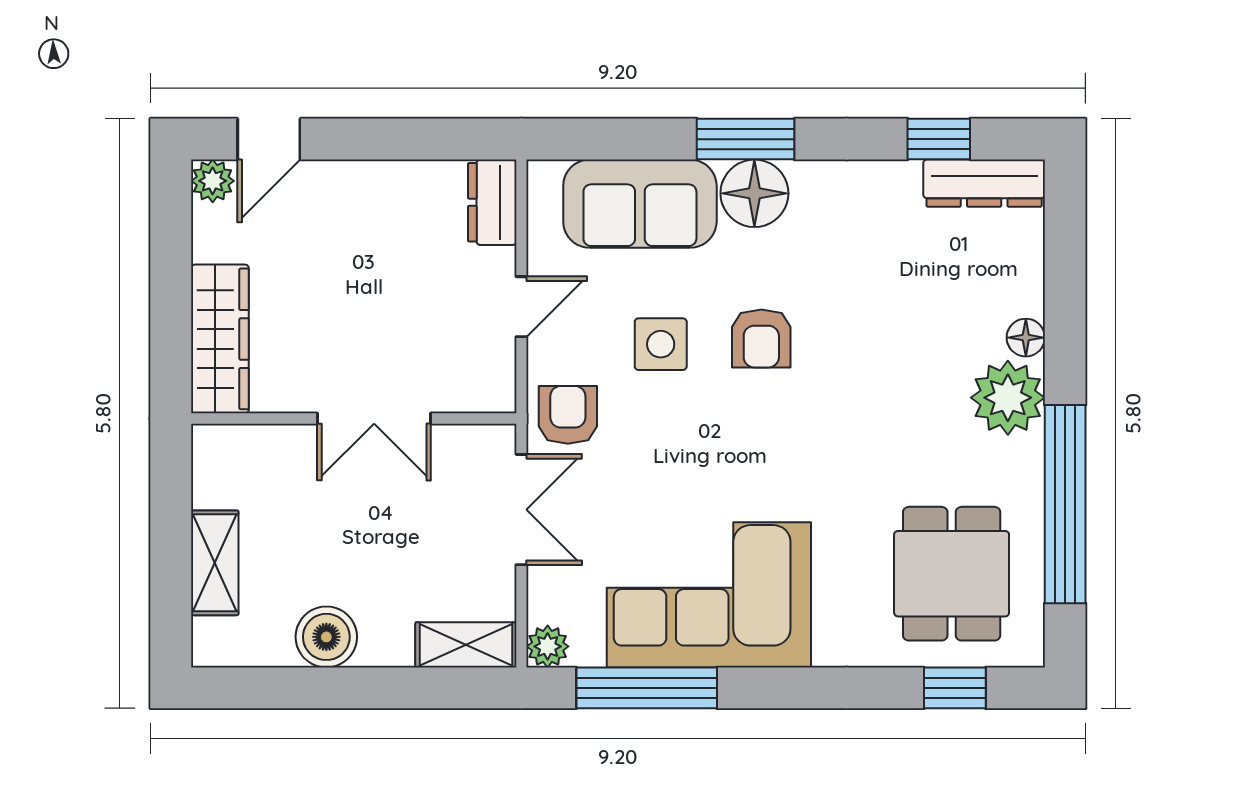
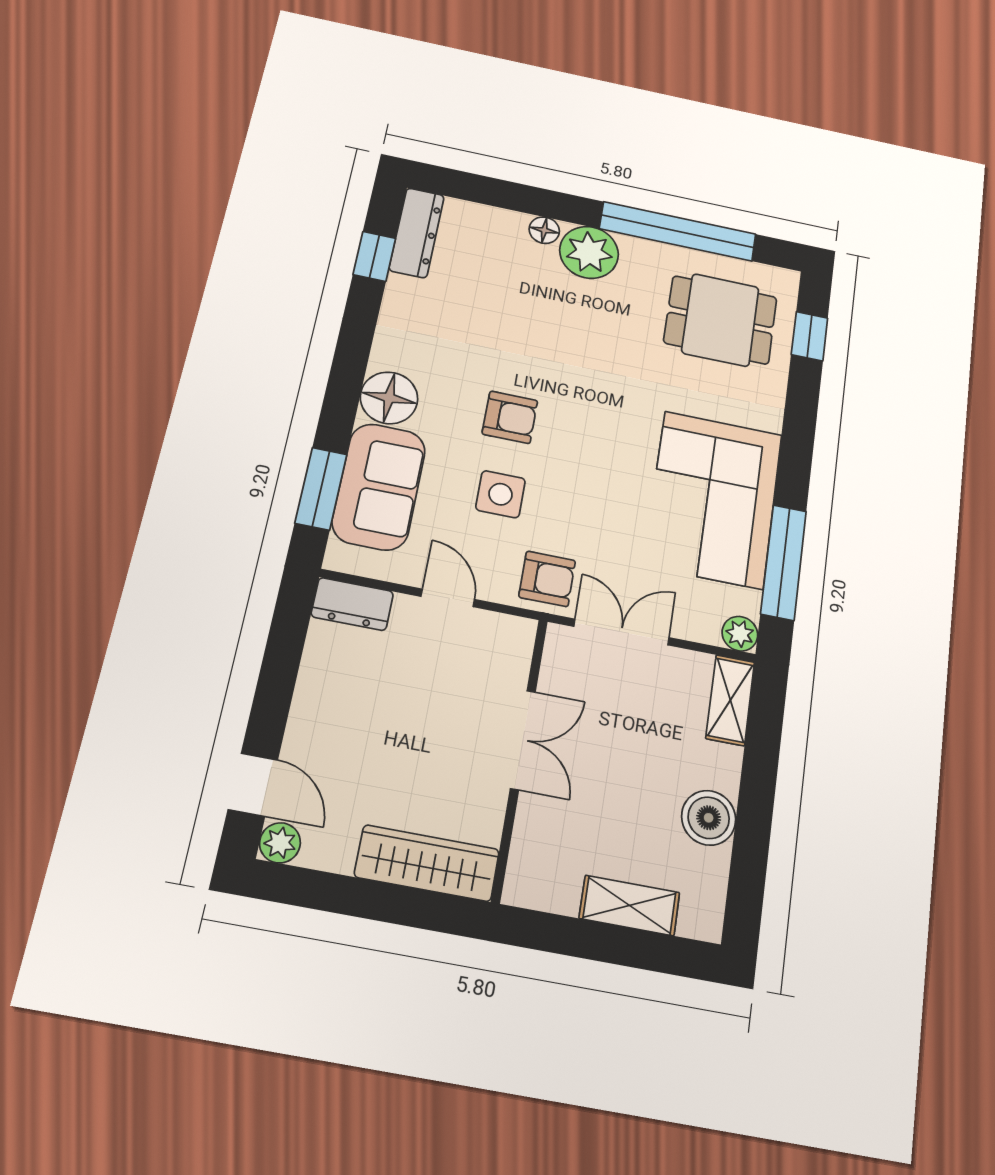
window: (746, 139) -> (321, 489), moved
armchair: (568, 415) -> (547, 579), turned 180

